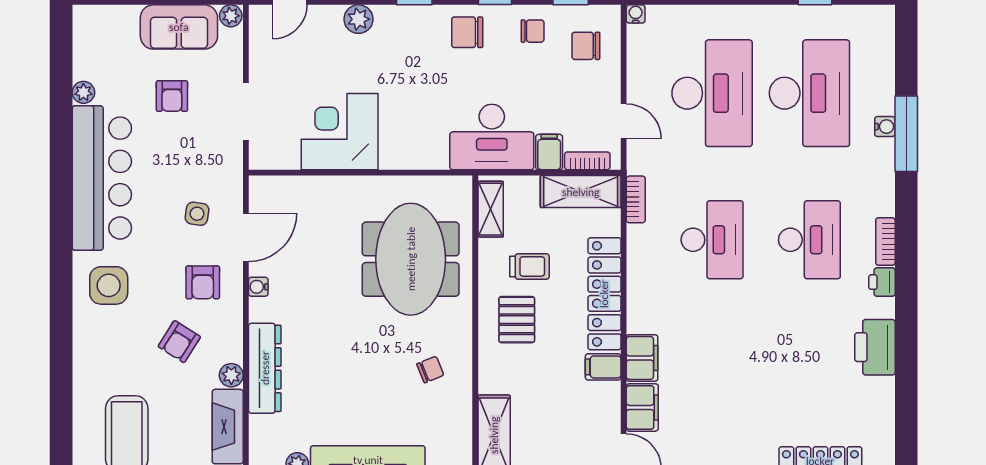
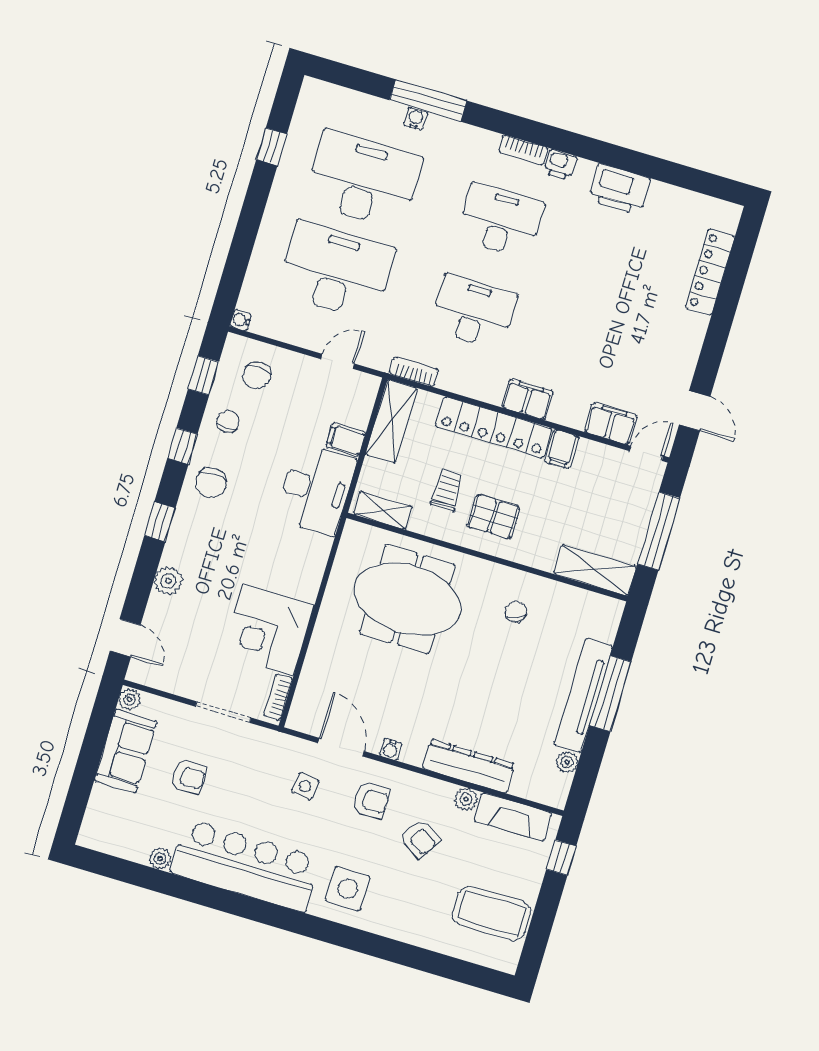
bookcase: (587, 161) -> (278, 697), moved
filing cabinet: (642, 358) -> (527, 399), moved

